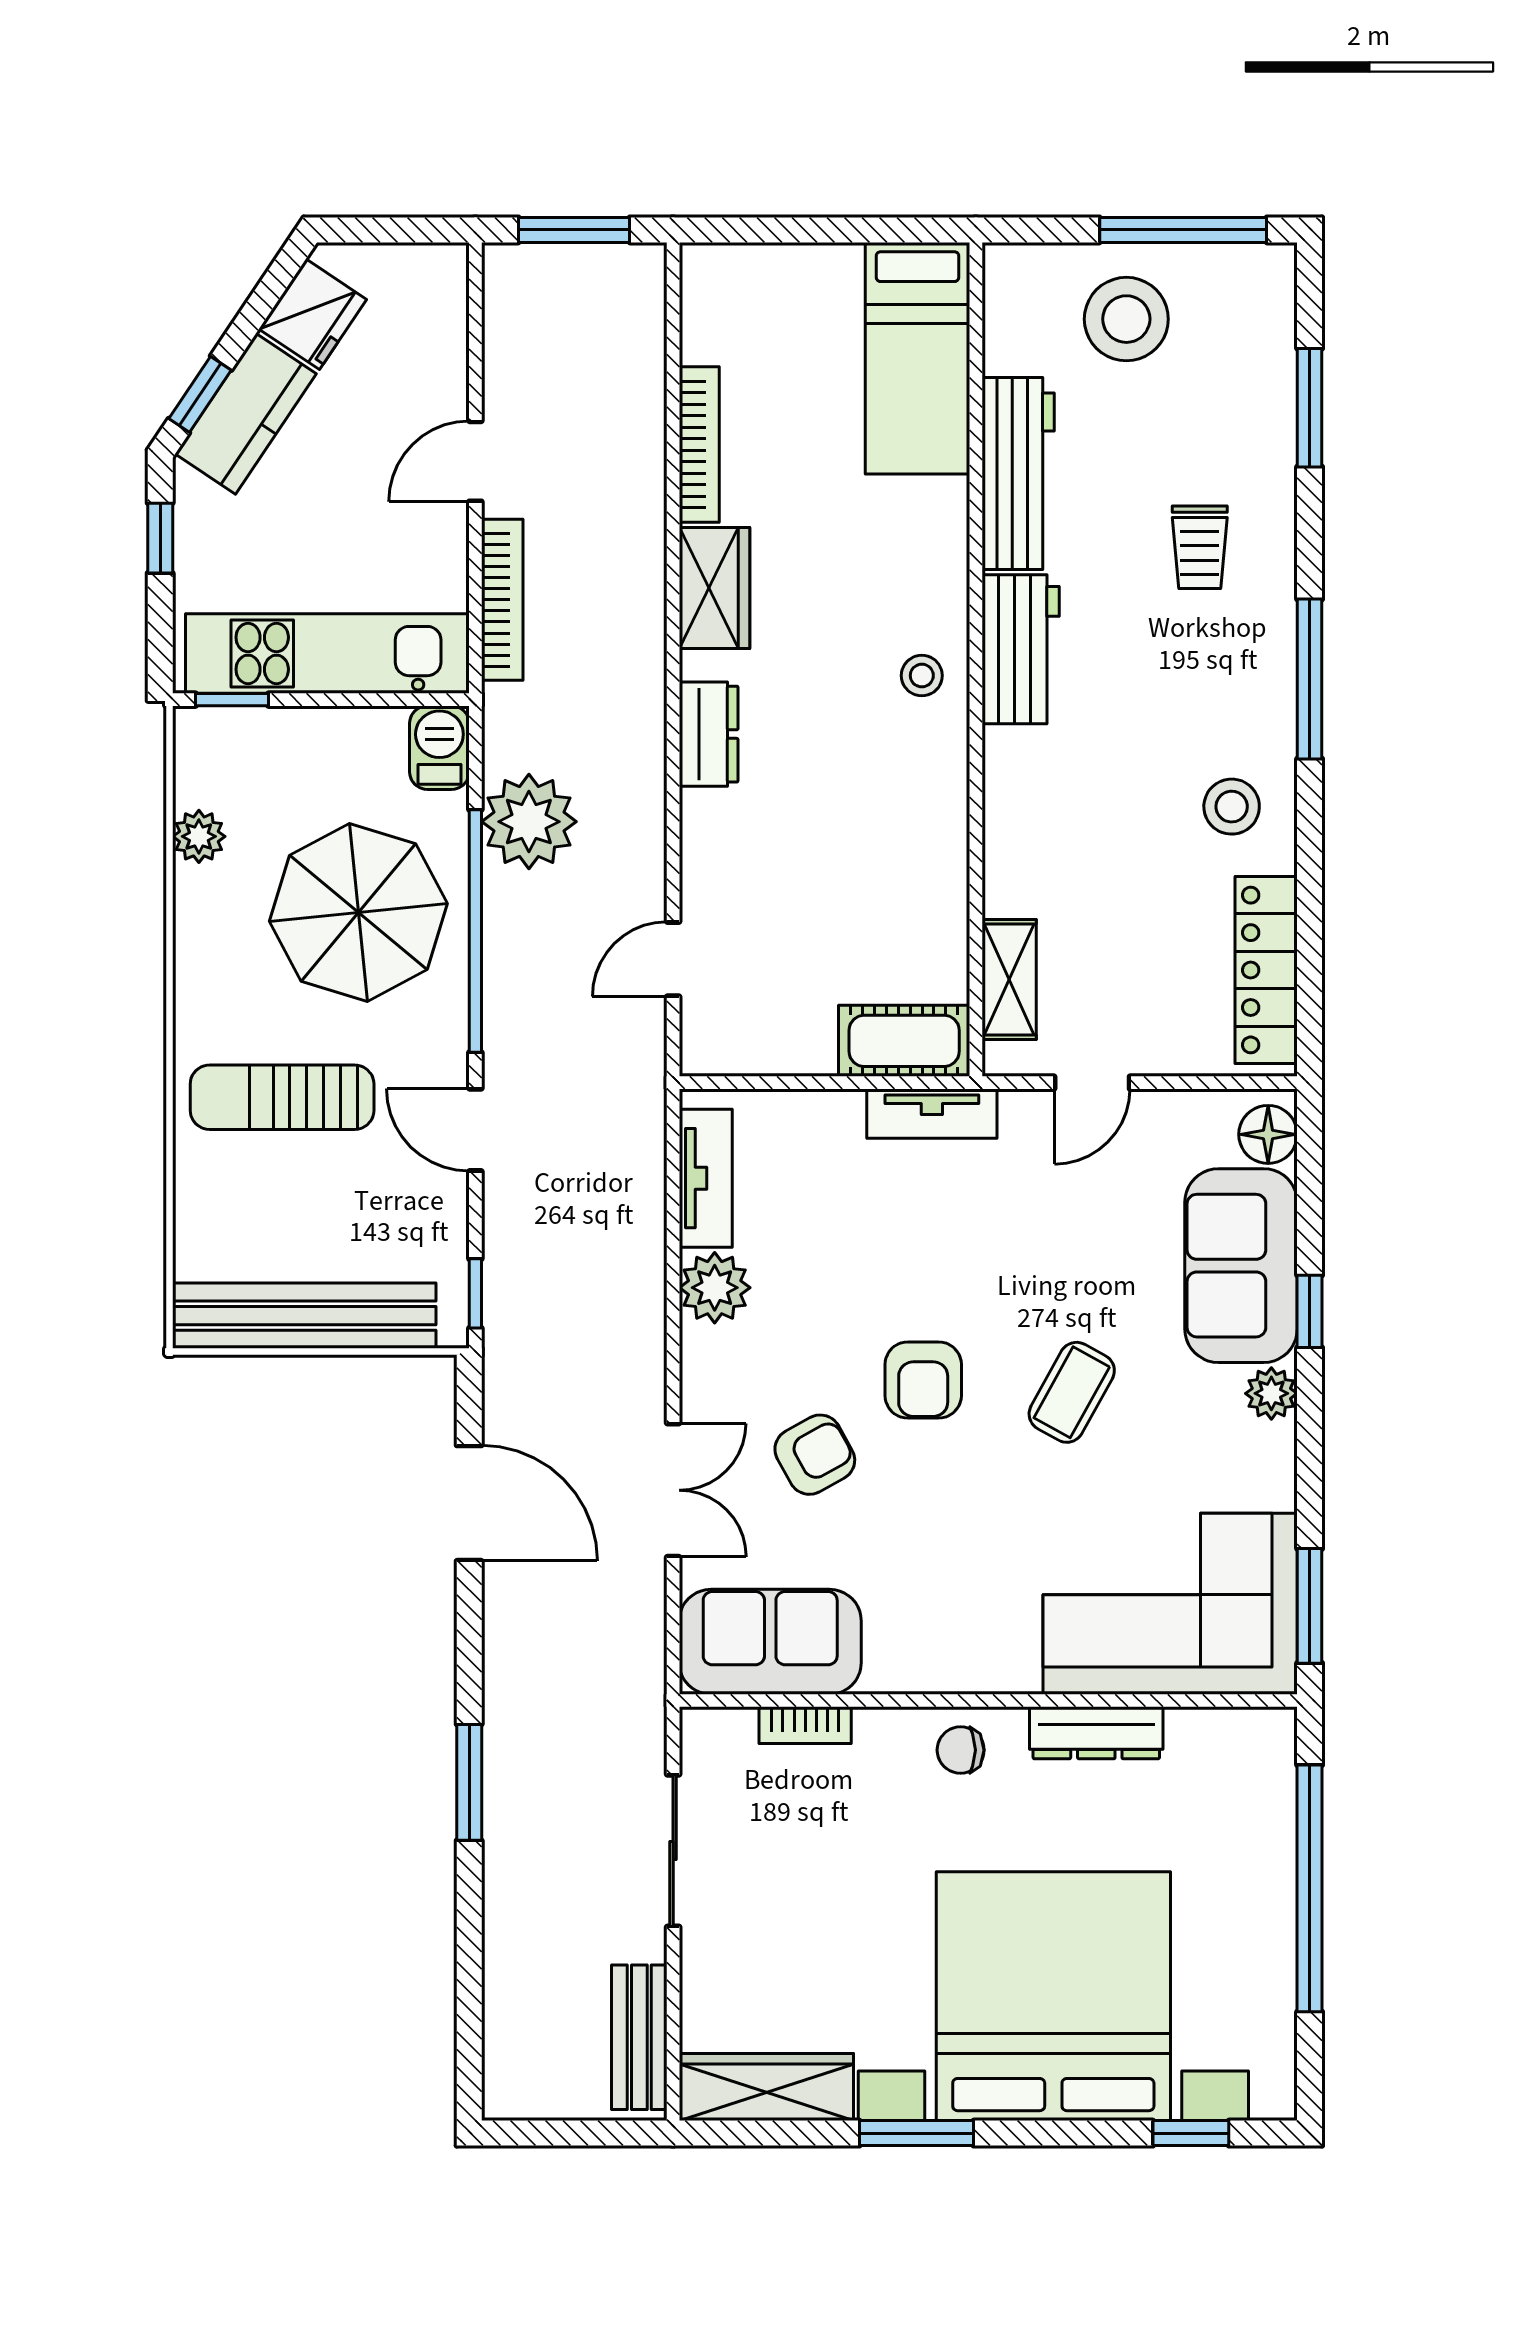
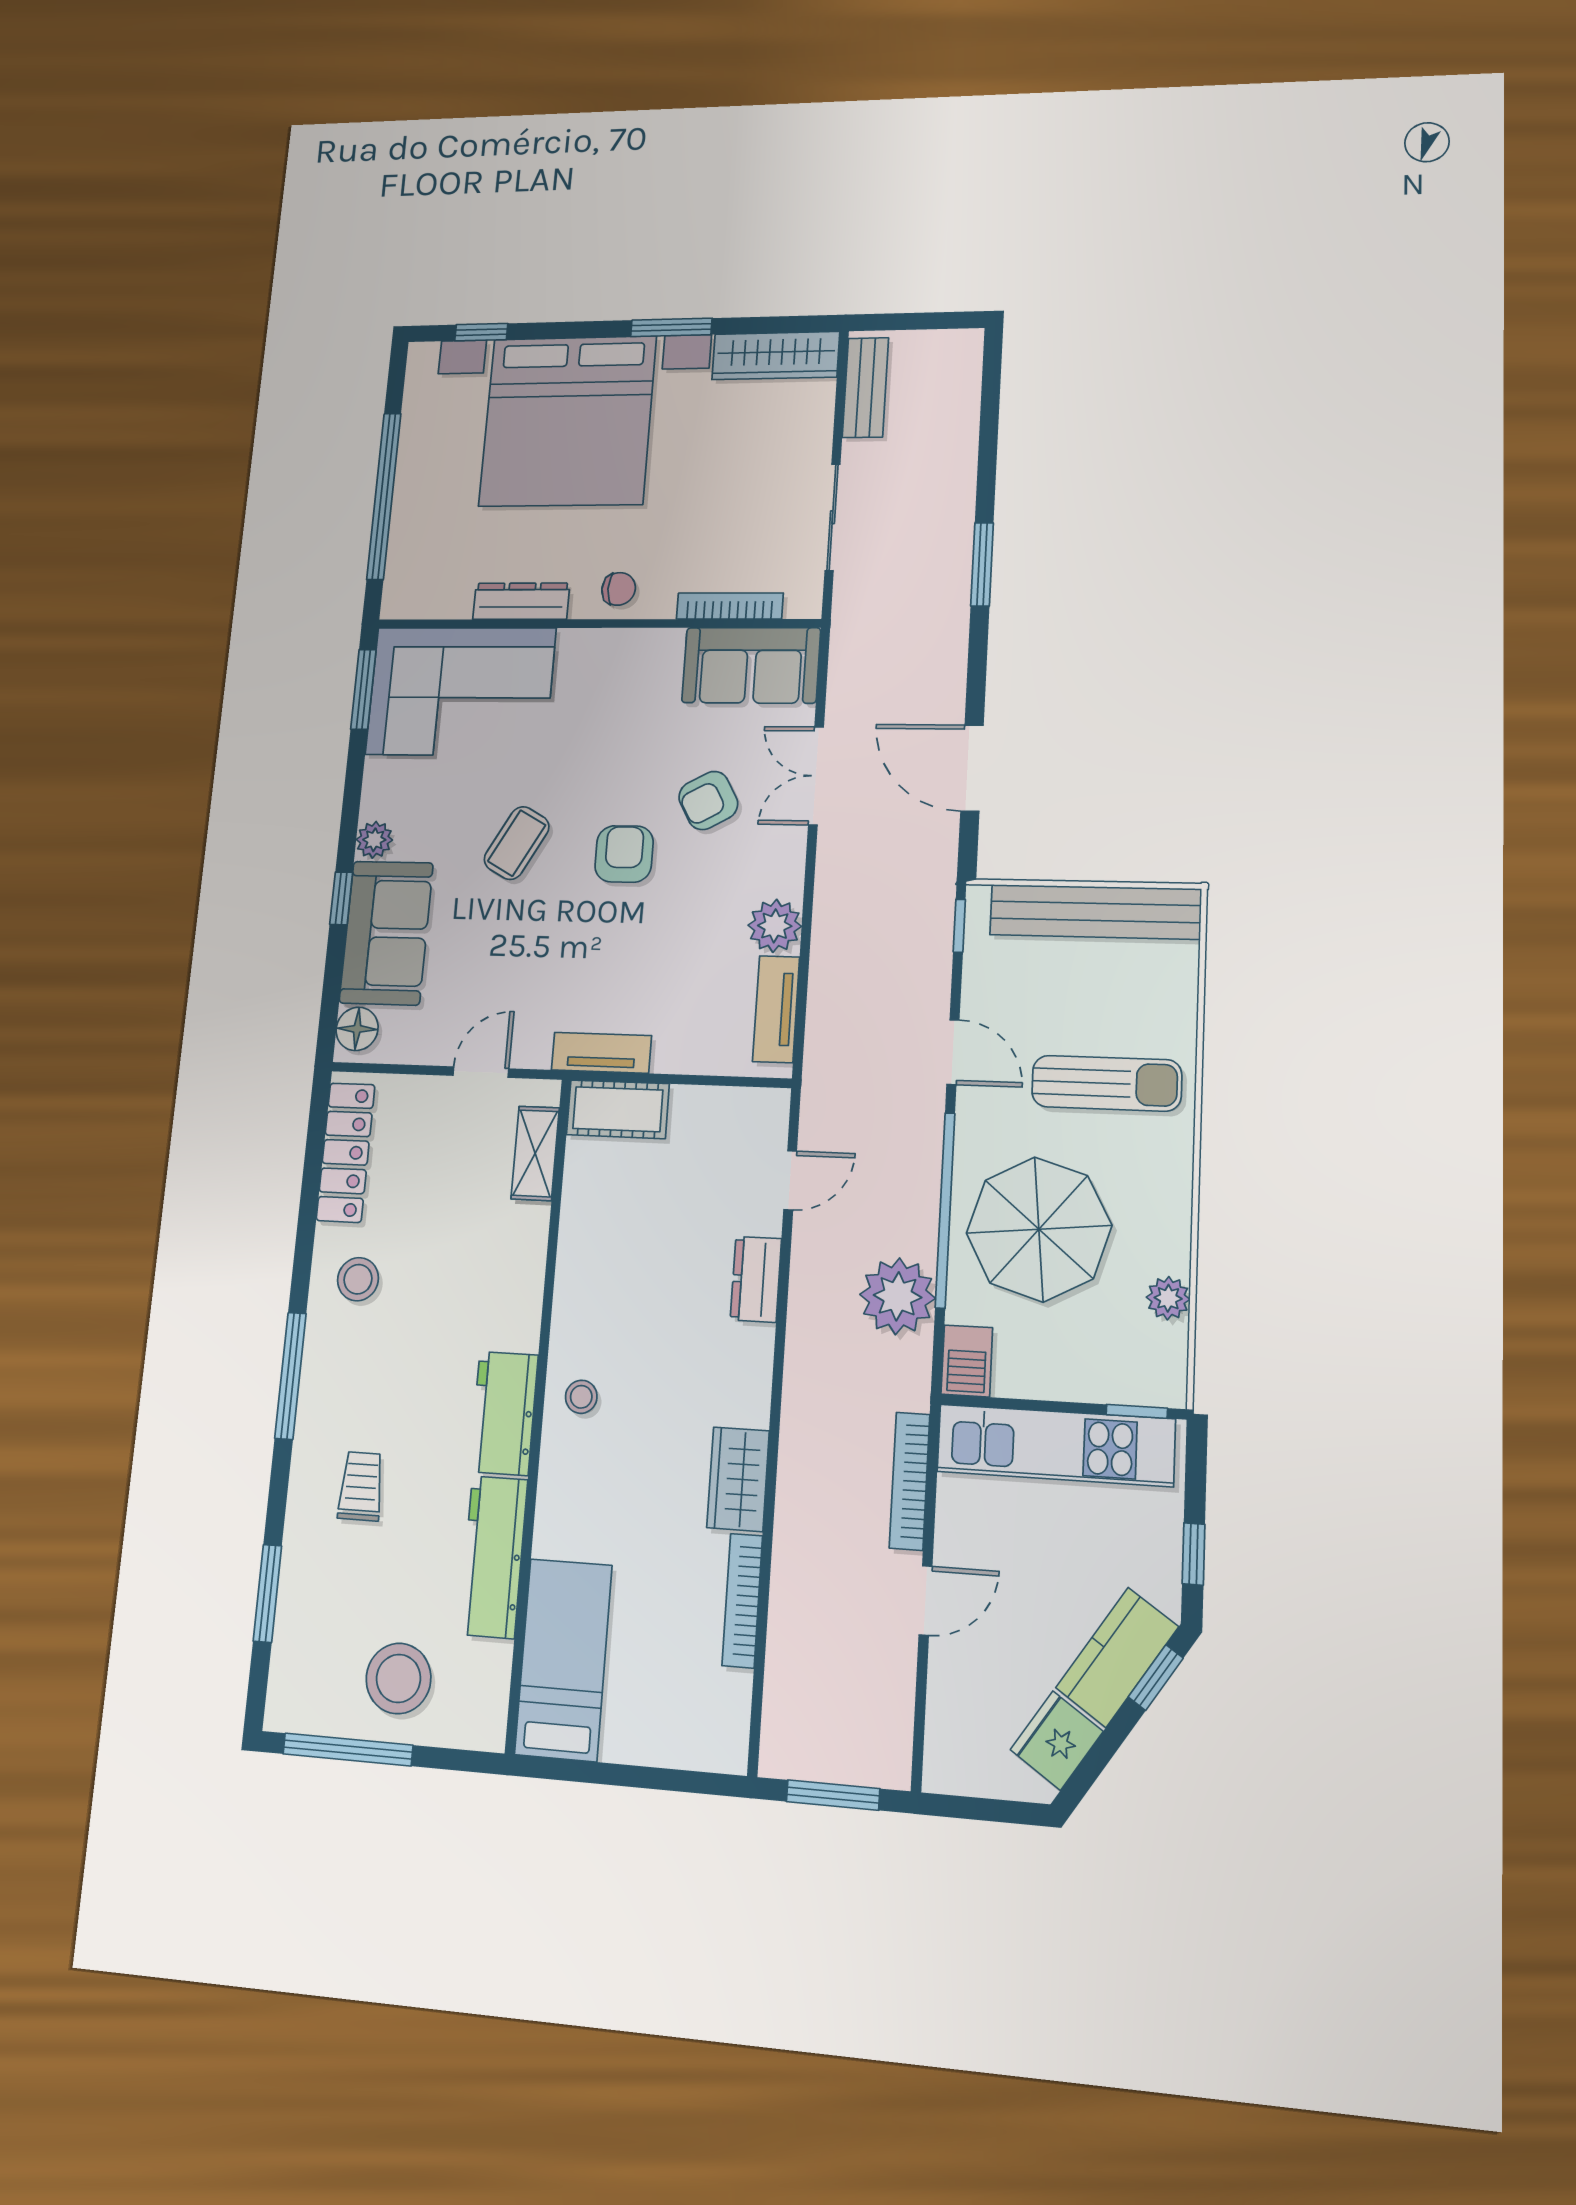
dresser: (709, 734) -> (756, 1279), moved
bookcase: (805, 1725) -> (730, 606), width x1.56

